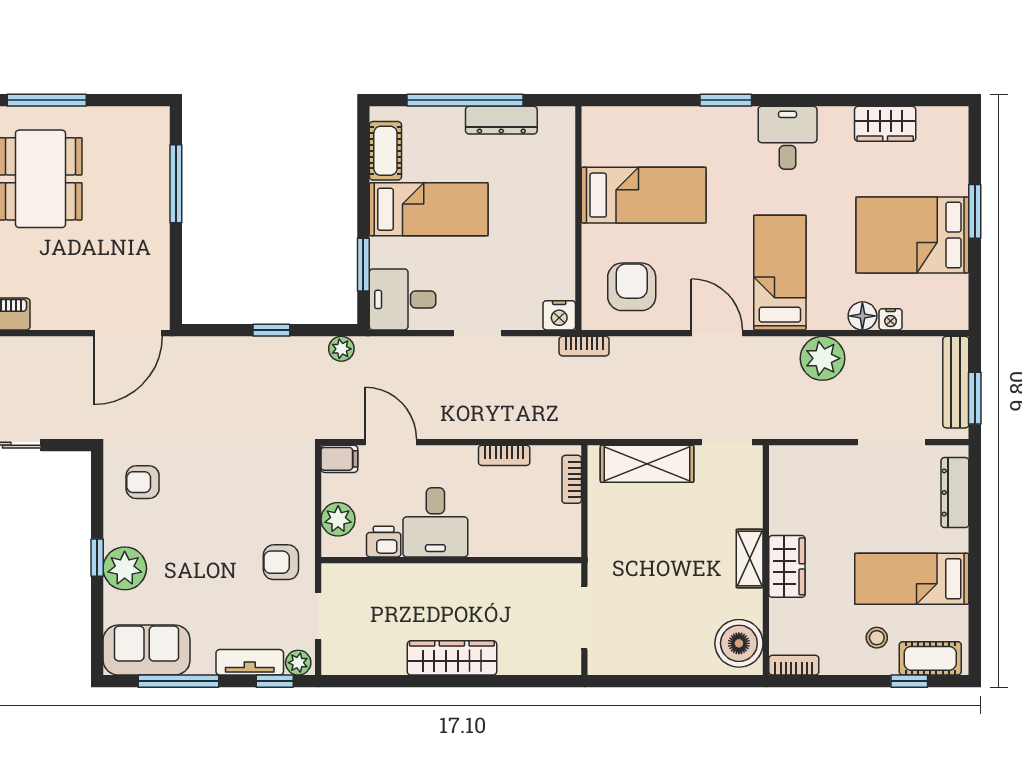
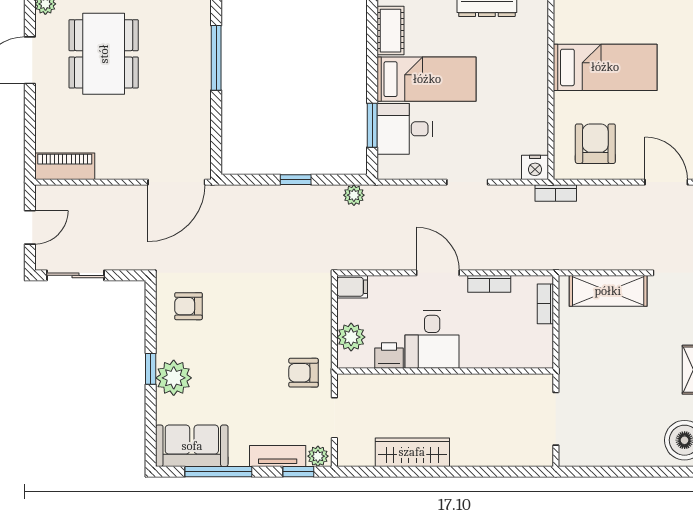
desk: (403, 299) -> (405, 129), moved
door: (391, 442) -> (438, 273), moved
wardrobe: (452, 658) -> (412, 452), moved

